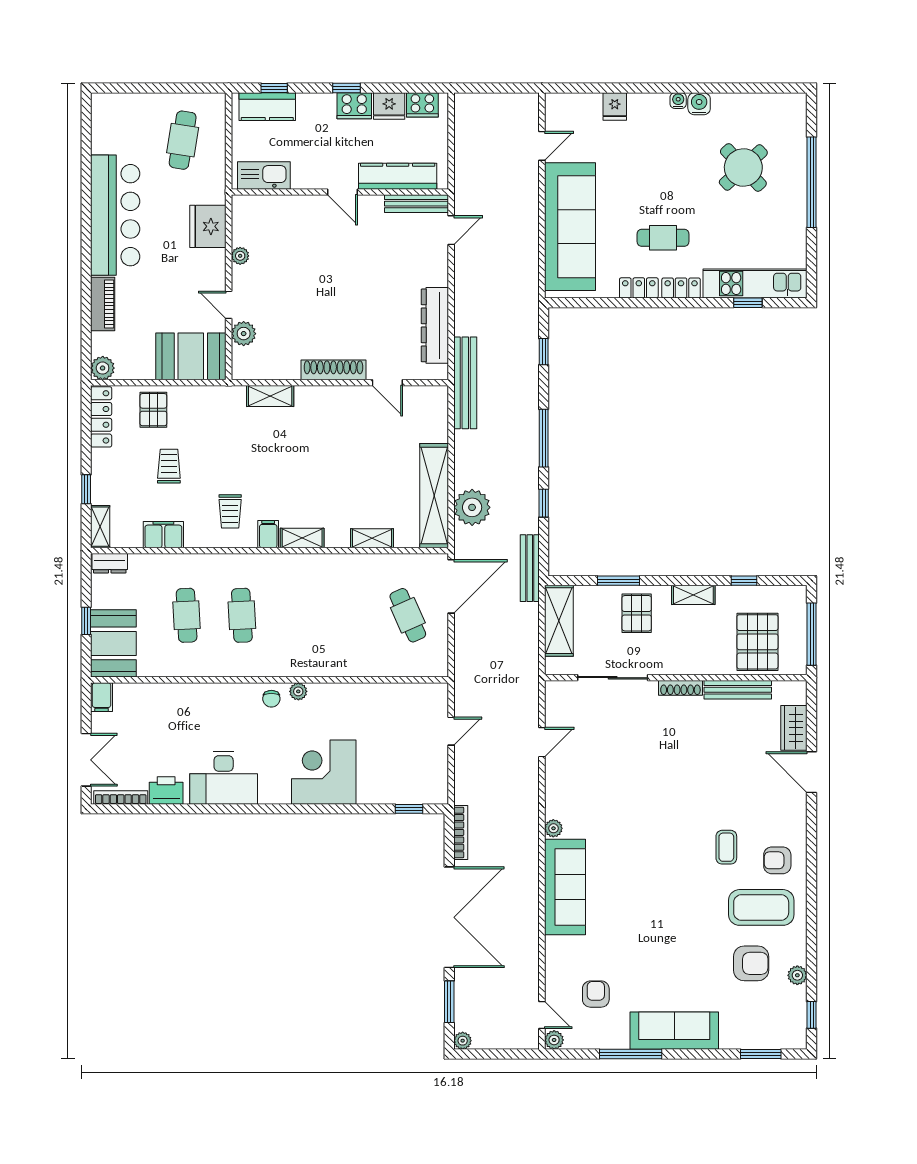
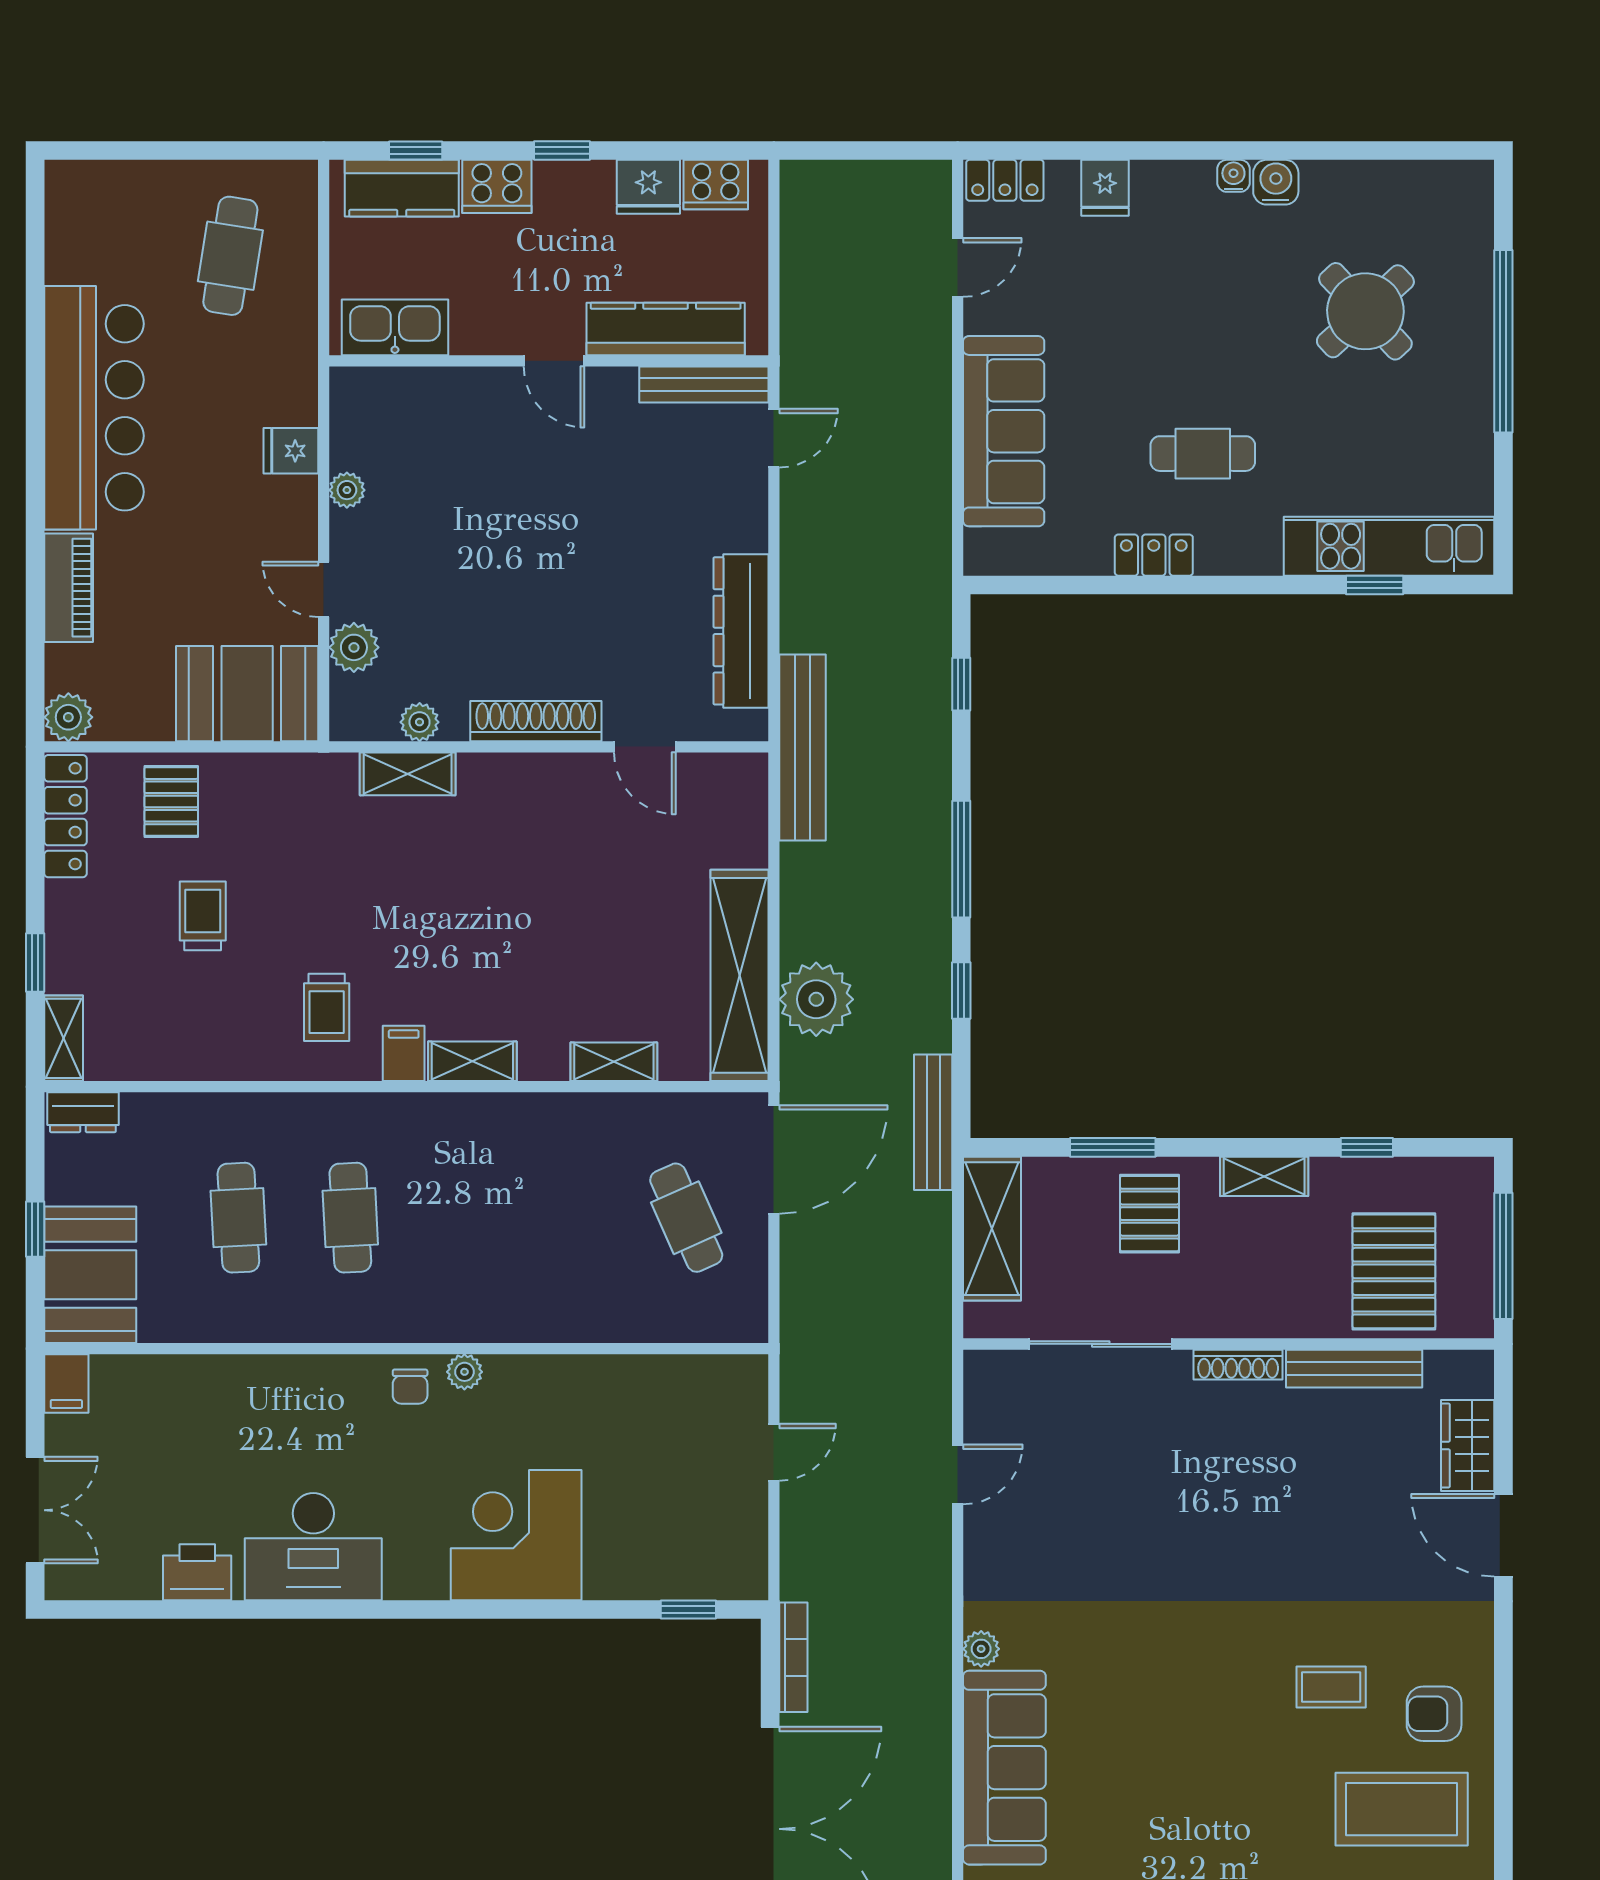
cooker: (354, 106) -> (497, 186), moved
fridge: (208, 226) -> (291, 451), width x0.53, depth x0.75
sofa: (570, 227) -> (1004, 431), width x0.74, depth x0.79
locker: (681, 288) -> (1005, 180), moved, turned 180
plant: (276, 370) -> (420, 722), added
filing cabinet: (163, 535) -> (191, 1054), removed
bookcase: (121, 797) -> (105, 1586), removed
coffee table: (726, 847) -> (1331, 1687), turned 90

